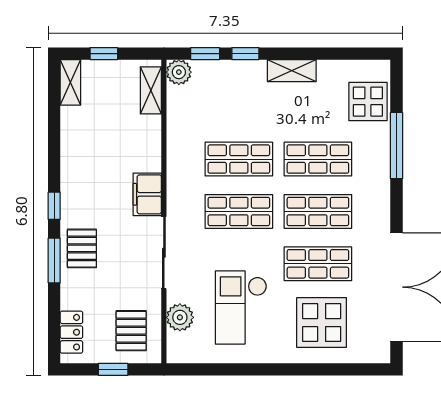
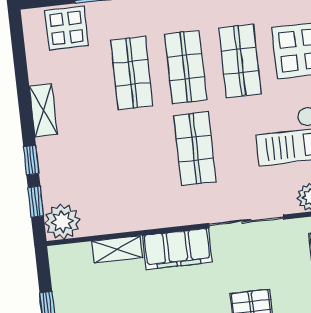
plant: (179, 72) -> (62, 221), width x1.36, depth x1.36
shelving: (151, 90) -> (117, 249), moved
shop shelf: (239, 159) -> (141, 155), removed
filing cabinet: (147, 194) -> (177, 249), width x1.50, depth x1.17

